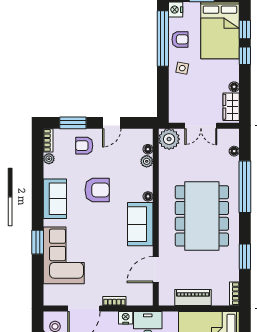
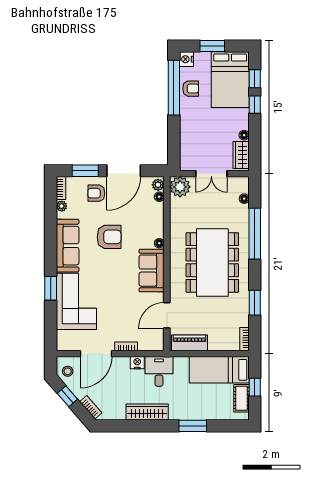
side table: (182, 68) -> (193, 117), removed
door: (112, 123) -> (124, 171), width x1.88
plant: (147, 161) -> (158, 185), moved
sofa: (55, 199) -> (68, 246), width x1.36
piano: (193, 297) -> (189, 343), moved

